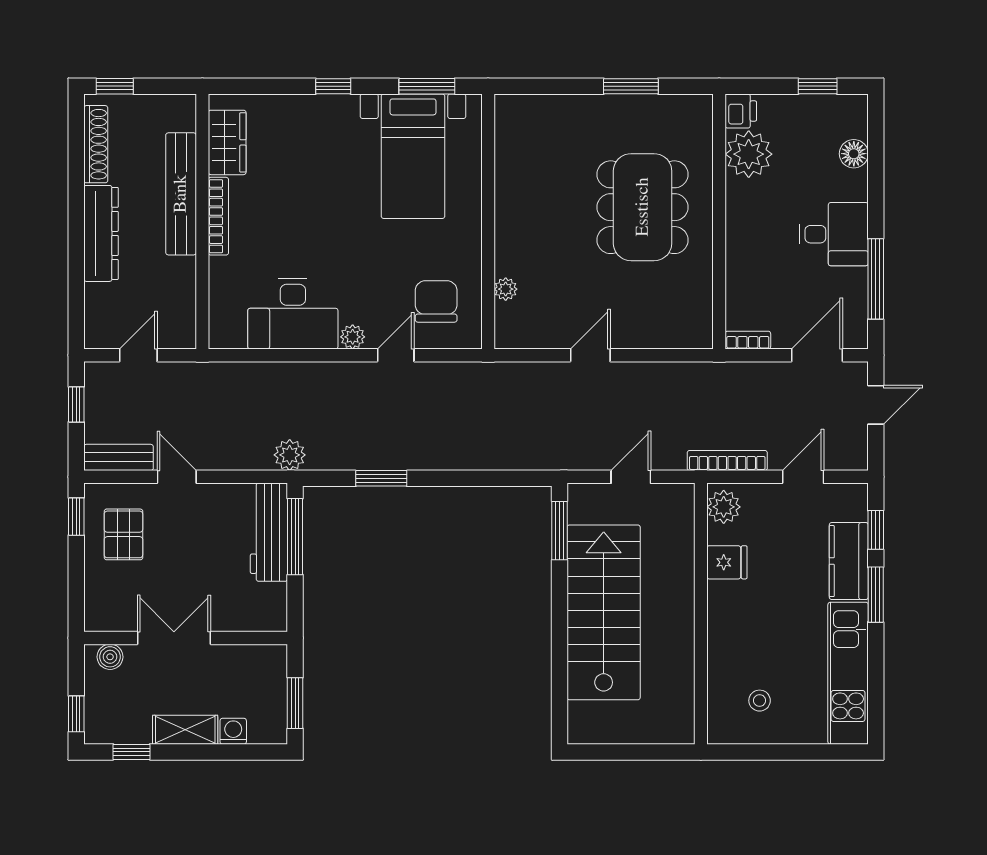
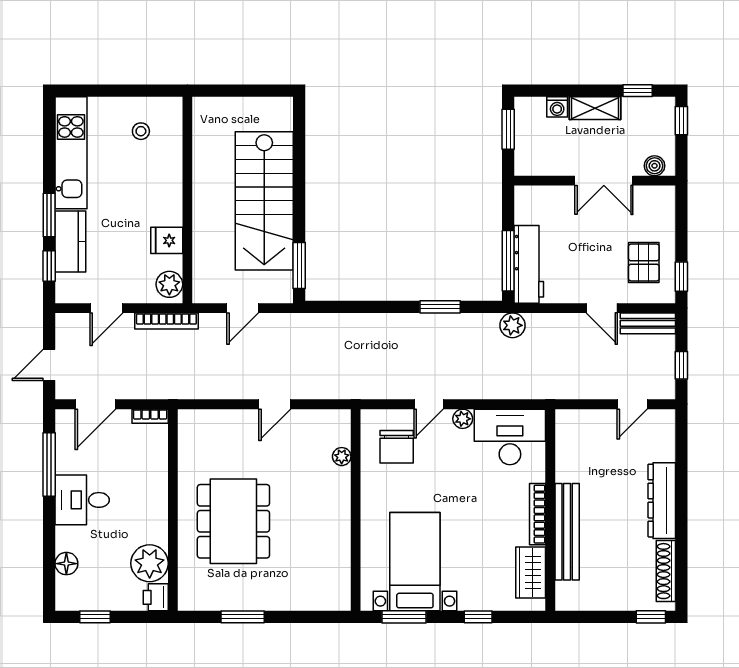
wardrobe: (227, 142) -> (531, 572), moved
bench: (181, 194) -> (567, 532), moved
bookcase: (218, 216) -> (538, 514), moved
wall: (202, 221) -> (550, 510), moved

